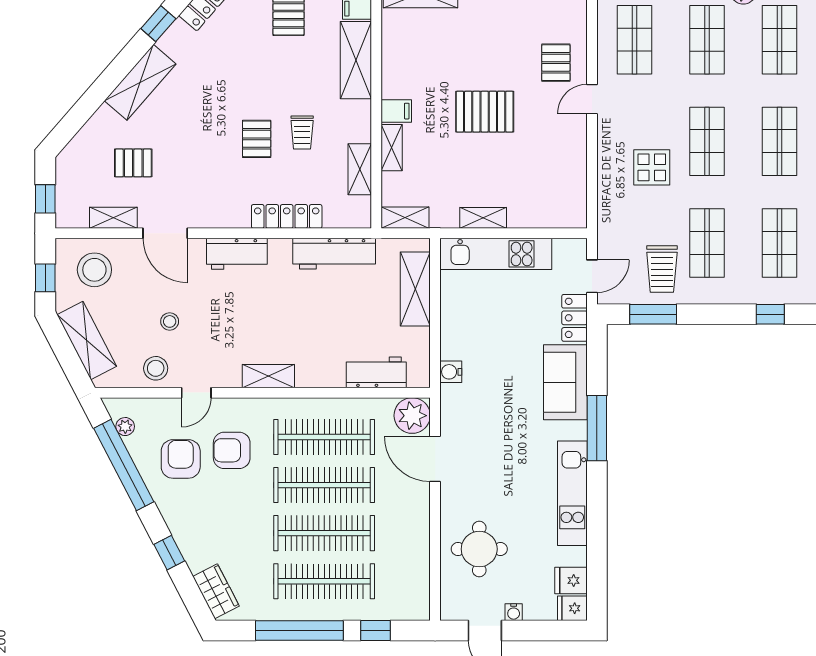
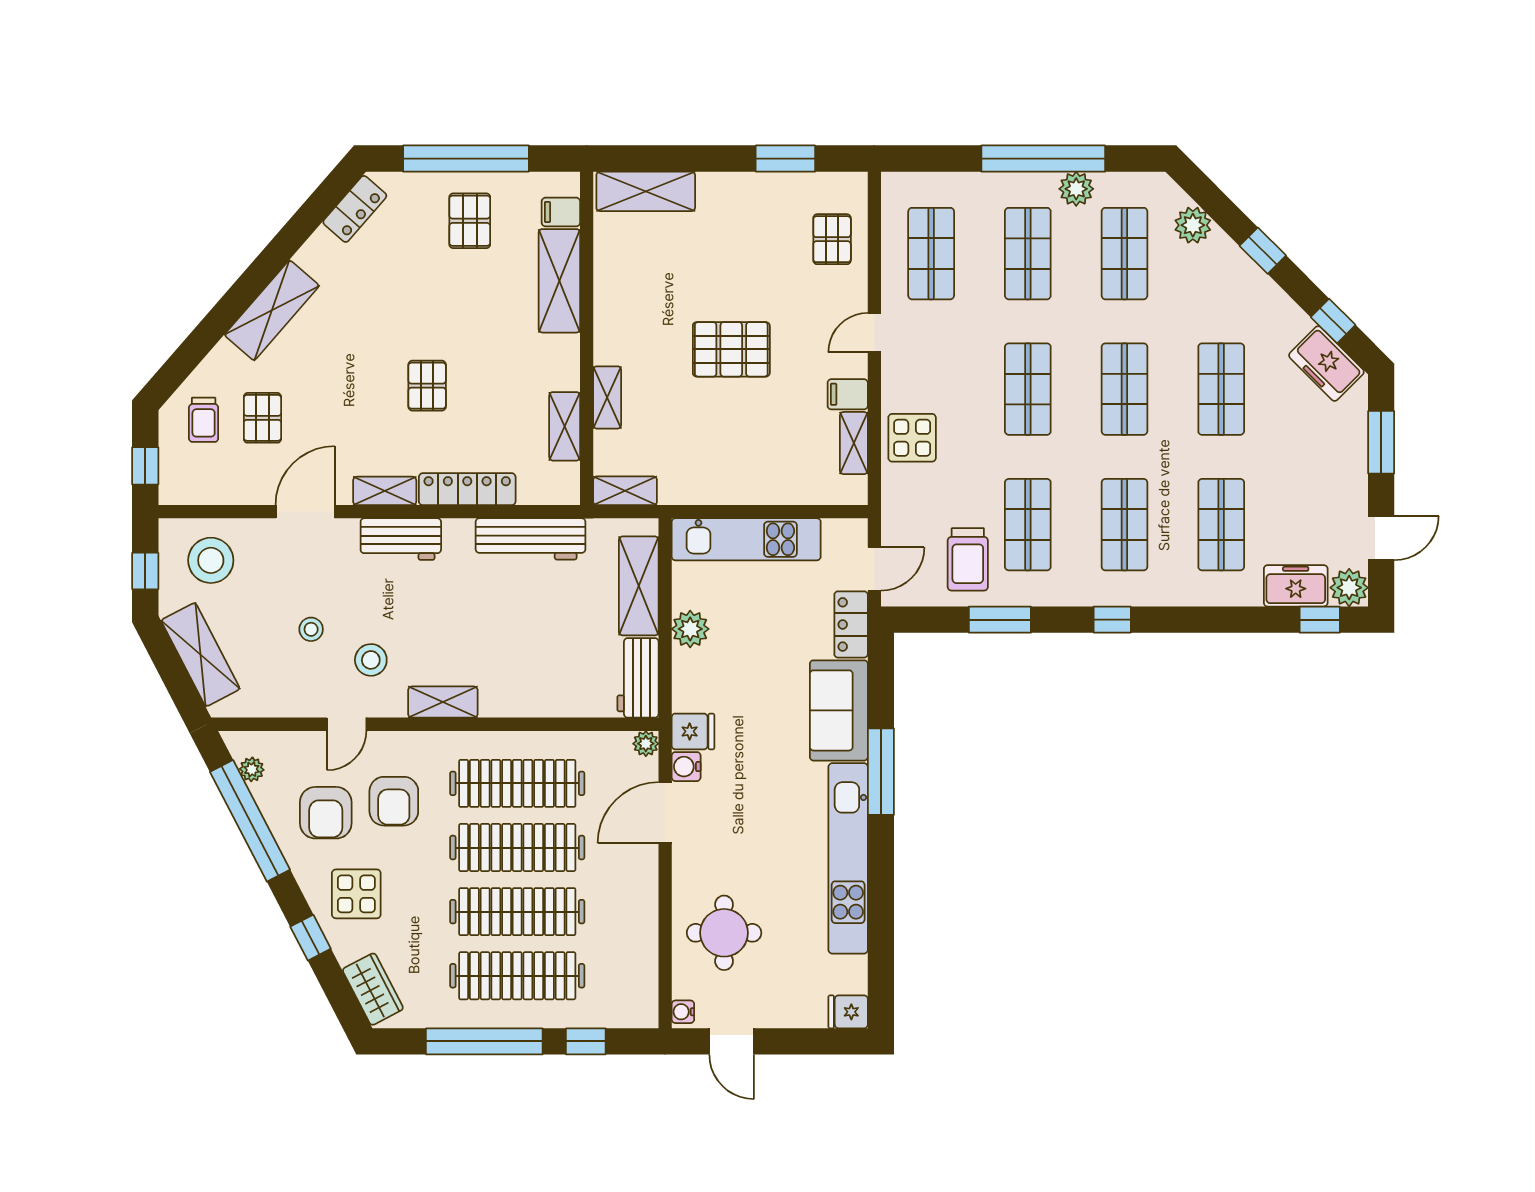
window: (158, 24) -> (296, 232), removed
pallet: (556, 63) -> (832, 239), moved
filing cabinet: (396, 111) -> (848, 394), moved, turned 180
trolley: (302, 132) -> (204, 420), moved
pallet: (133, 163) -> (262, 418), turned 90
display table: (652, 167) -> (912, 438), moved
shelving: (113, 218) -> (385, 491), moved
shelving: (483, 218) -> (854, 443), moved, turned 90
door: (165, 233) -> (305, 512), swing flipped
window: (653, 314) -> (1000, 620), moved
plant: (454, 321) -> (690, 629), added
stool: (156, 368) -> (371, 660), moved
workbench: (376, 372) -> (638, 678), moved, turned -90
water cooler: (451, 372) -> (686, 767), moved
plant: (412, 416) -> (646, 744), width x0.53, depth x0.53
armchair: (232, 450) -> (394, 801), turned -90
armchair: (181, 459) -> (326, 813), turned 180
door: (435, 459) -> (665, 813), hinge flipped
kitchen unit: (572, 493) -> (848, 858), width x1.36
display table: (204, 520) -> (356, 894), added
fridge: (571, 580) -> (693, 731), moved, turned 180
water cooler: (514, 612) -> (683, 1012), moved, turned 90

